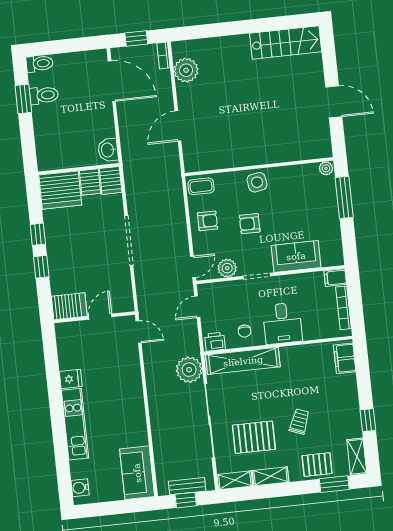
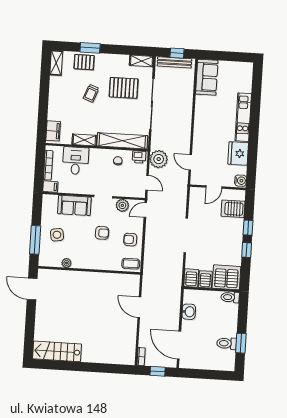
toilet: (40, 64) -> (230, 297), moved
plant: (186, 70) -> (128, 344), removed
door: (334, 102) -> (32, 289), moved
door: (178, 126) -> (139, 307), swing flipped
washbasin: (108, 150) -> (189, 312), moved
plant: (326, 168) -> (66, 263), moved
side table: (257, 182) -> (57, 235), moved
server rack: (69, 306) -> (233, 209), moved
door: (197, 307) -> (147, 183), hinge flipped
desk: (282, 323) -> (76, 161), moved
door: (139, 332) -> (190, 162), moved
plant: (189, 370) -> (159, 159), moved
fridge: (71, 379) -> (238, 153), width x1.88, depth x1.34
window: (368, 420) -> (45, 86), removed
shelving: (271, 476) -> (84, 140), moved
window: (334, 484) -> (90, 48), moved
bench: (187, 486) -> (174, 62), width x1.36
water cooler: (80, 488) -> (241, 181), moved

